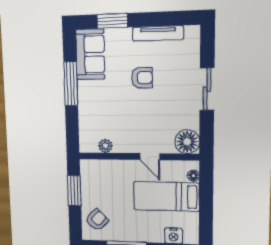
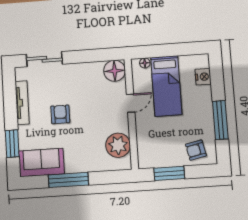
sliding door: (207, 89) -> (44, 59), moved
plant: (105, 146) -> (118, 145), width x1.88, depth x1.88
armchair: (97, 220) -> (196, 150), turned -57

